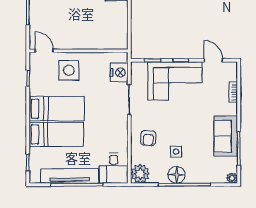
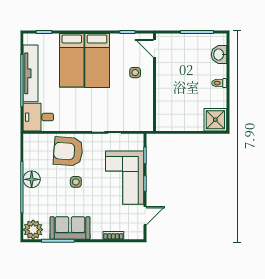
door: (44, 51) -> (154, 48), swing flipped
side table: (69, 70) -> (135, 73), width x0.54, depth x0.54
nightstand: (119, 72) -> (133, 122), removed
armchair: (148, 138) -> (68, 151), width x1.88, depth x1.88
side table: (176, 152) -> (76, 182), moved
plant: (140, 174) -> (33, 143), removed
plant: (232, 178) -> (33, 230), width x1.88, depth x1.88

